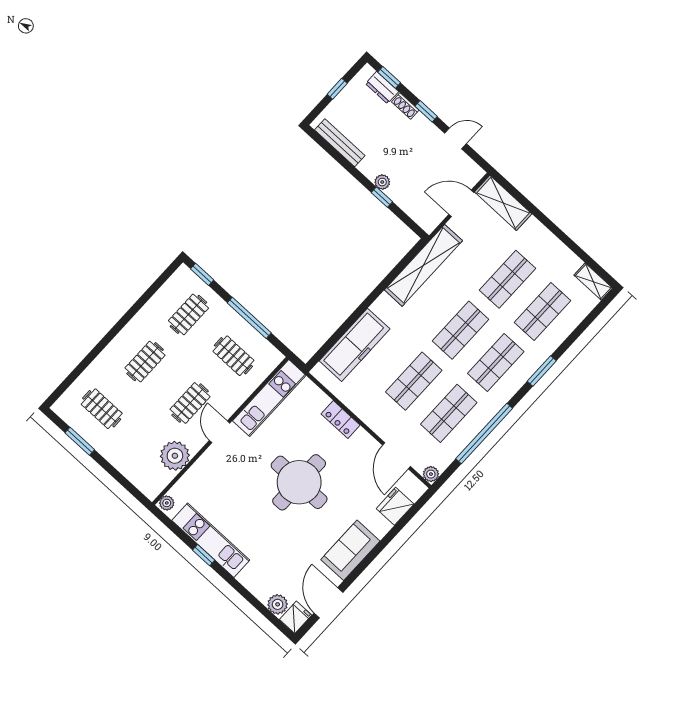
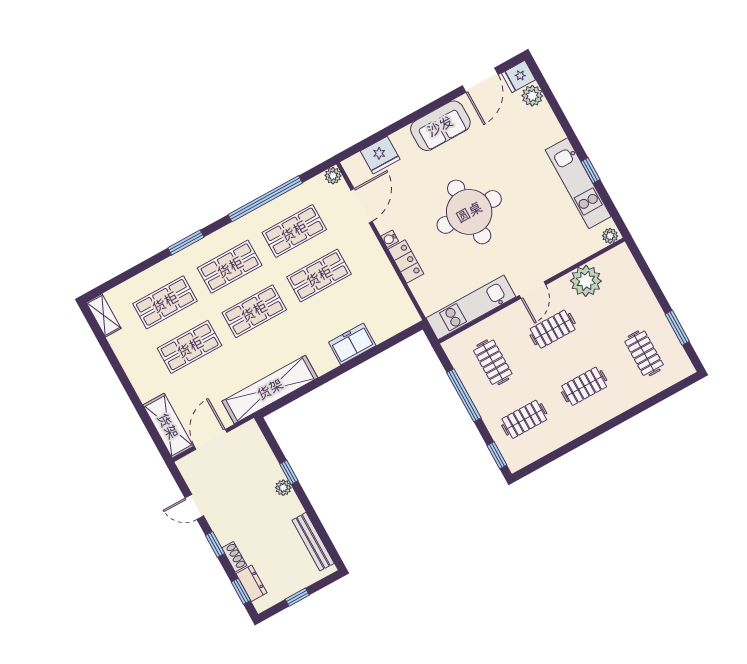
door: (461, 203) -> (211, 439), swing flipped
freezer: (355, 345) -> (352, 344), width x0.52, depth x0.79
water cooler: (362, 435) -> (390, 239), added

